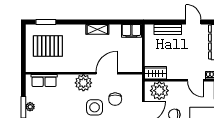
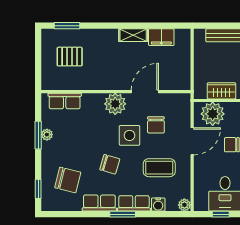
filing cabinet: (131, 31) -> (161, 37), moved
pallet: (48, 46) -> (70, 57), width x0.67, depth x0.71
wardrobe: (156, 73) -> (221, 91), moved

